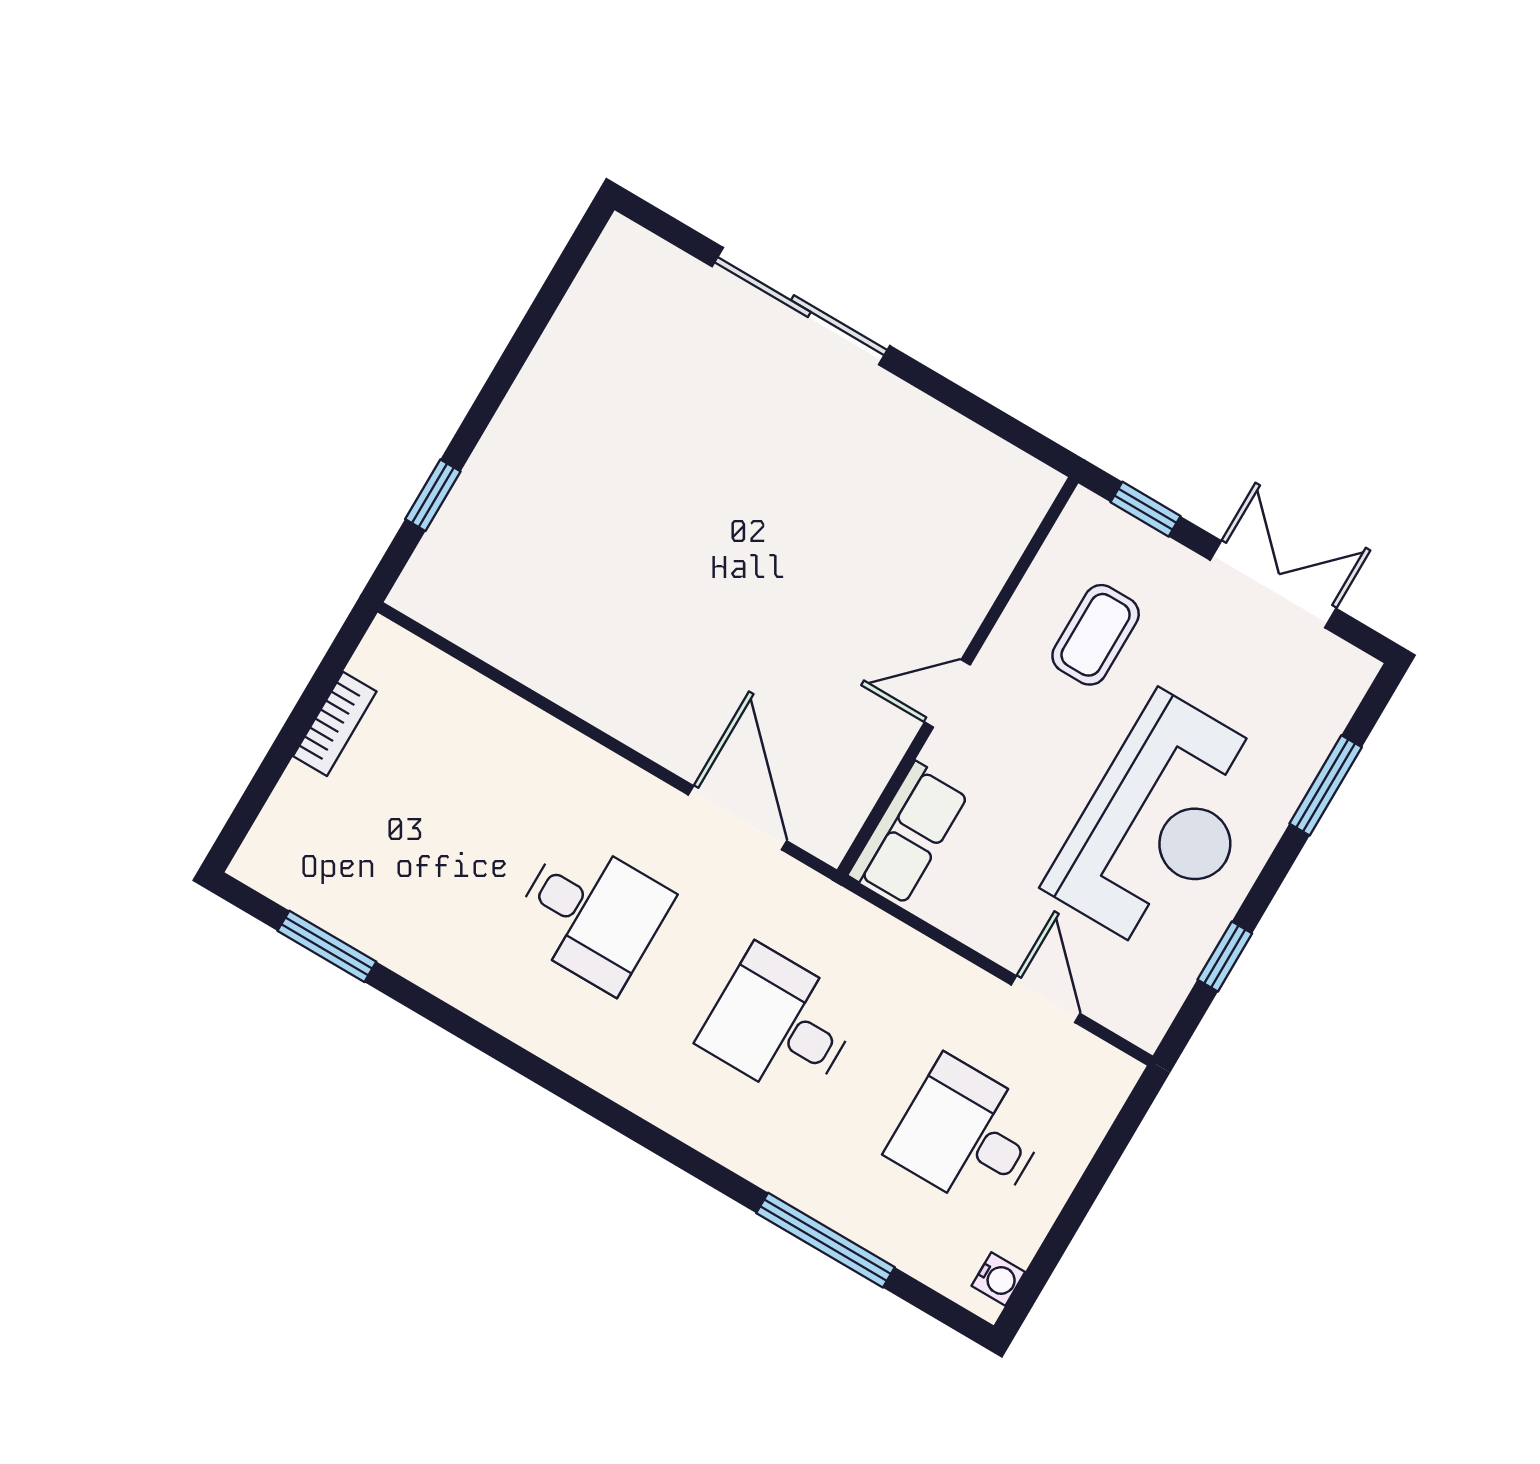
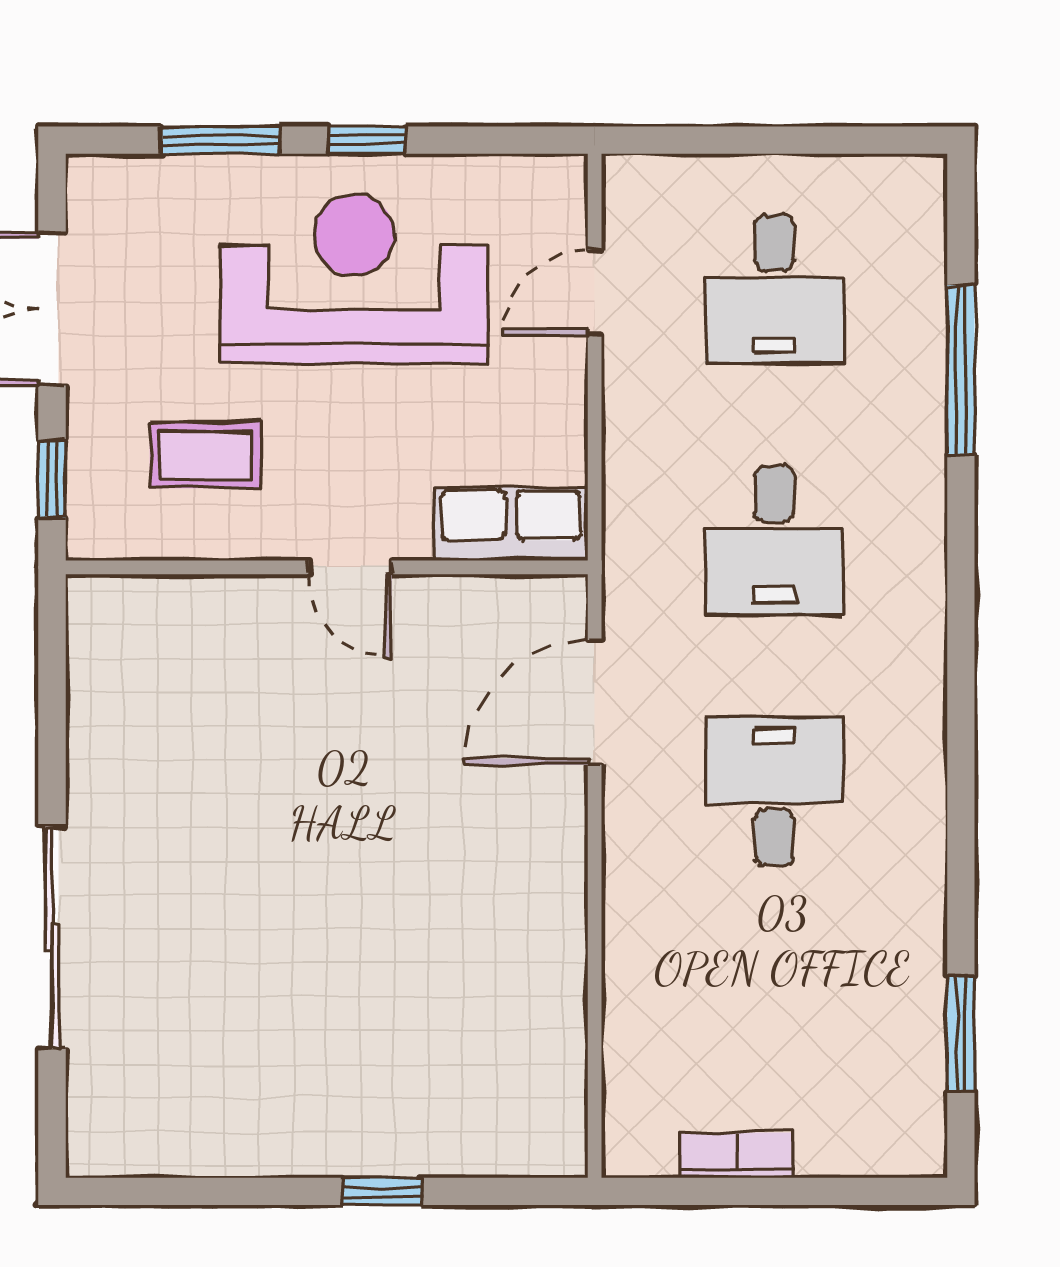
window: (433, 495) -> (382, 1191), moved
window: (1225, 956) -> (367, 140), moved
water cooler: (998, 1279) -> (899, 176), removed

